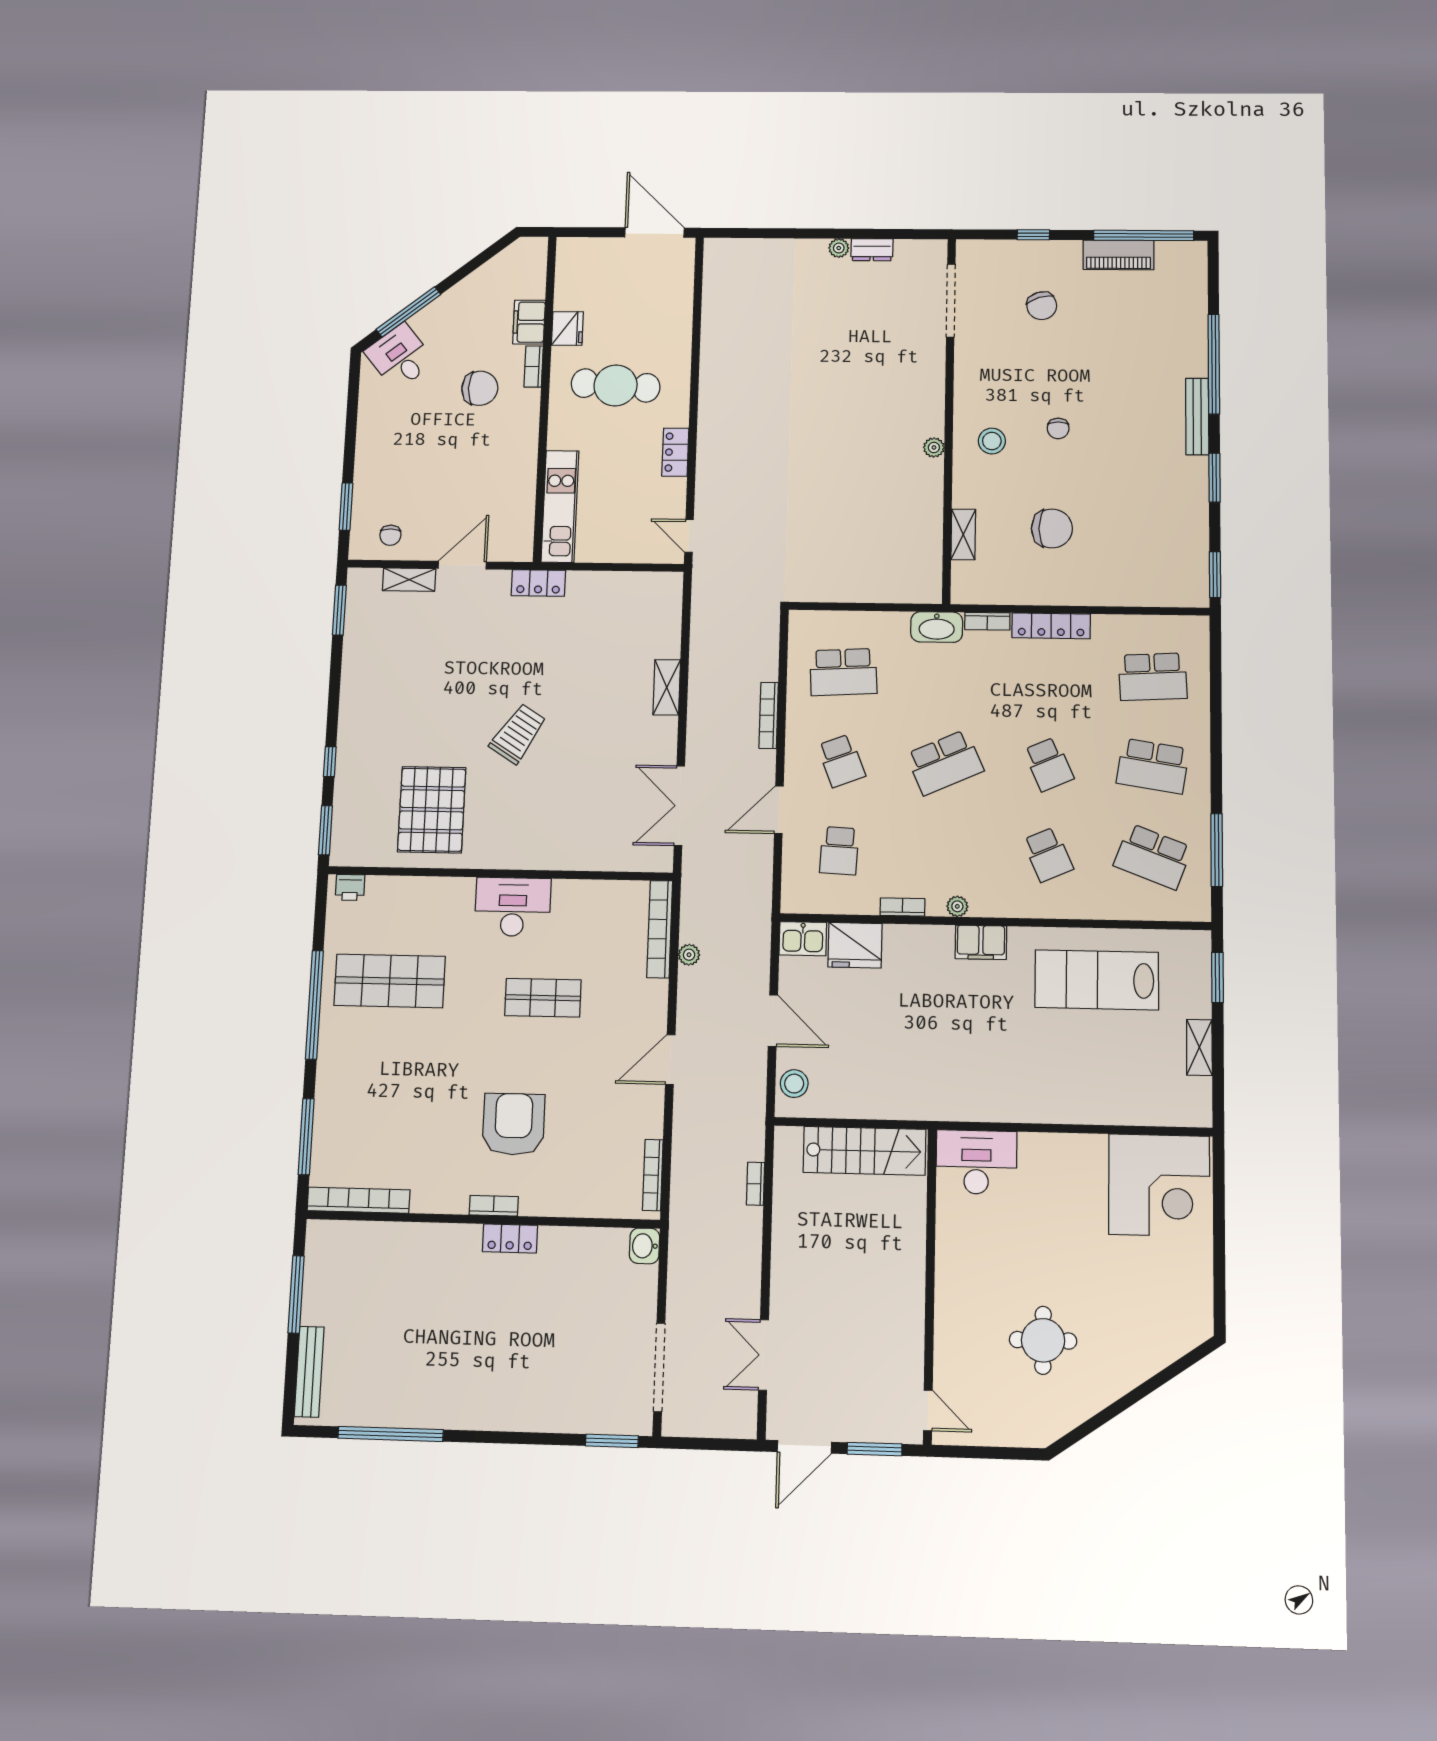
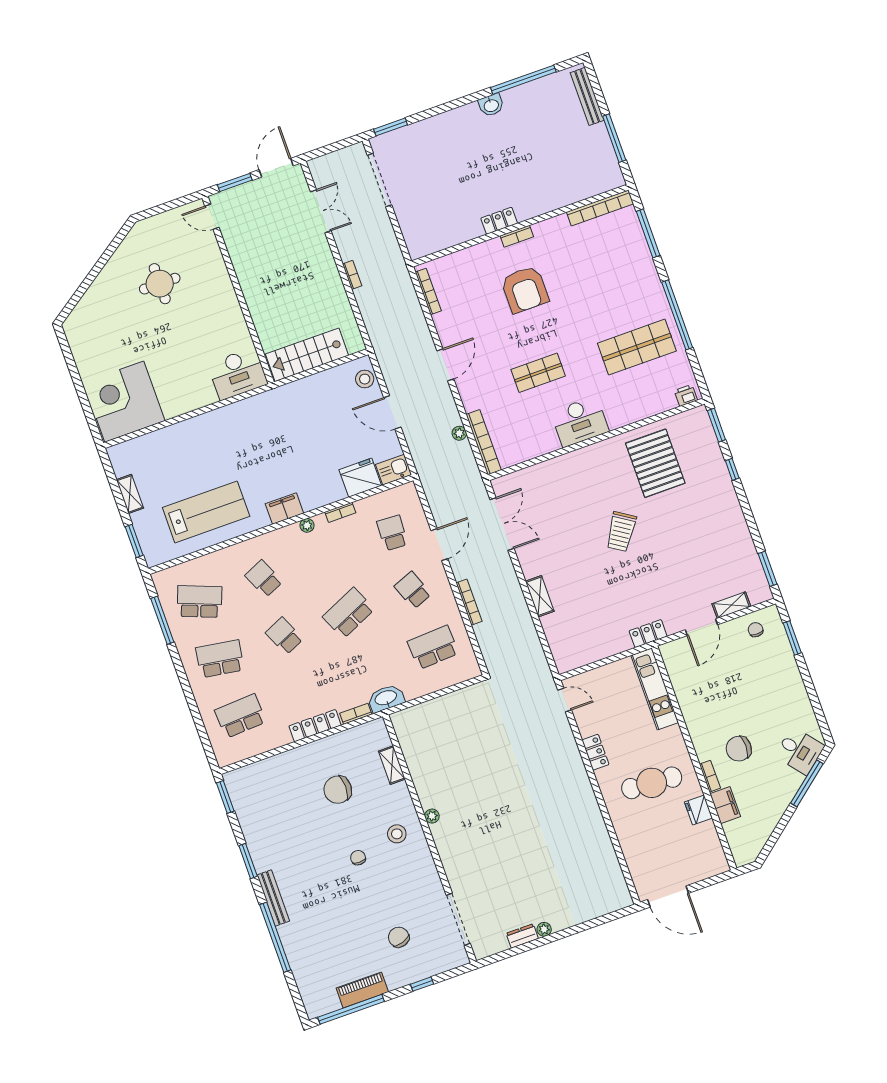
bookcase: (756, 1184) -> (352, 275), moved
washbasin: (644, 1246) -> (491, 105), moved, turned 90

